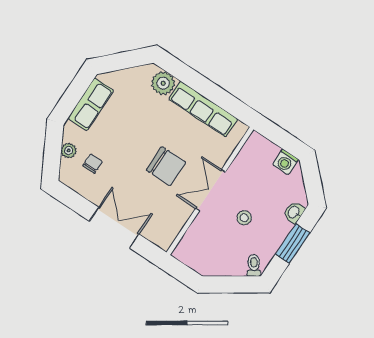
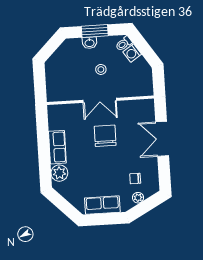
row of seats: (203, 109) -> (57, 147), width x0.68
washing machine: (286, 162) -> (132, 53), moved, turned 146
washbasin: (294, 212) -> (90, 43), moved

